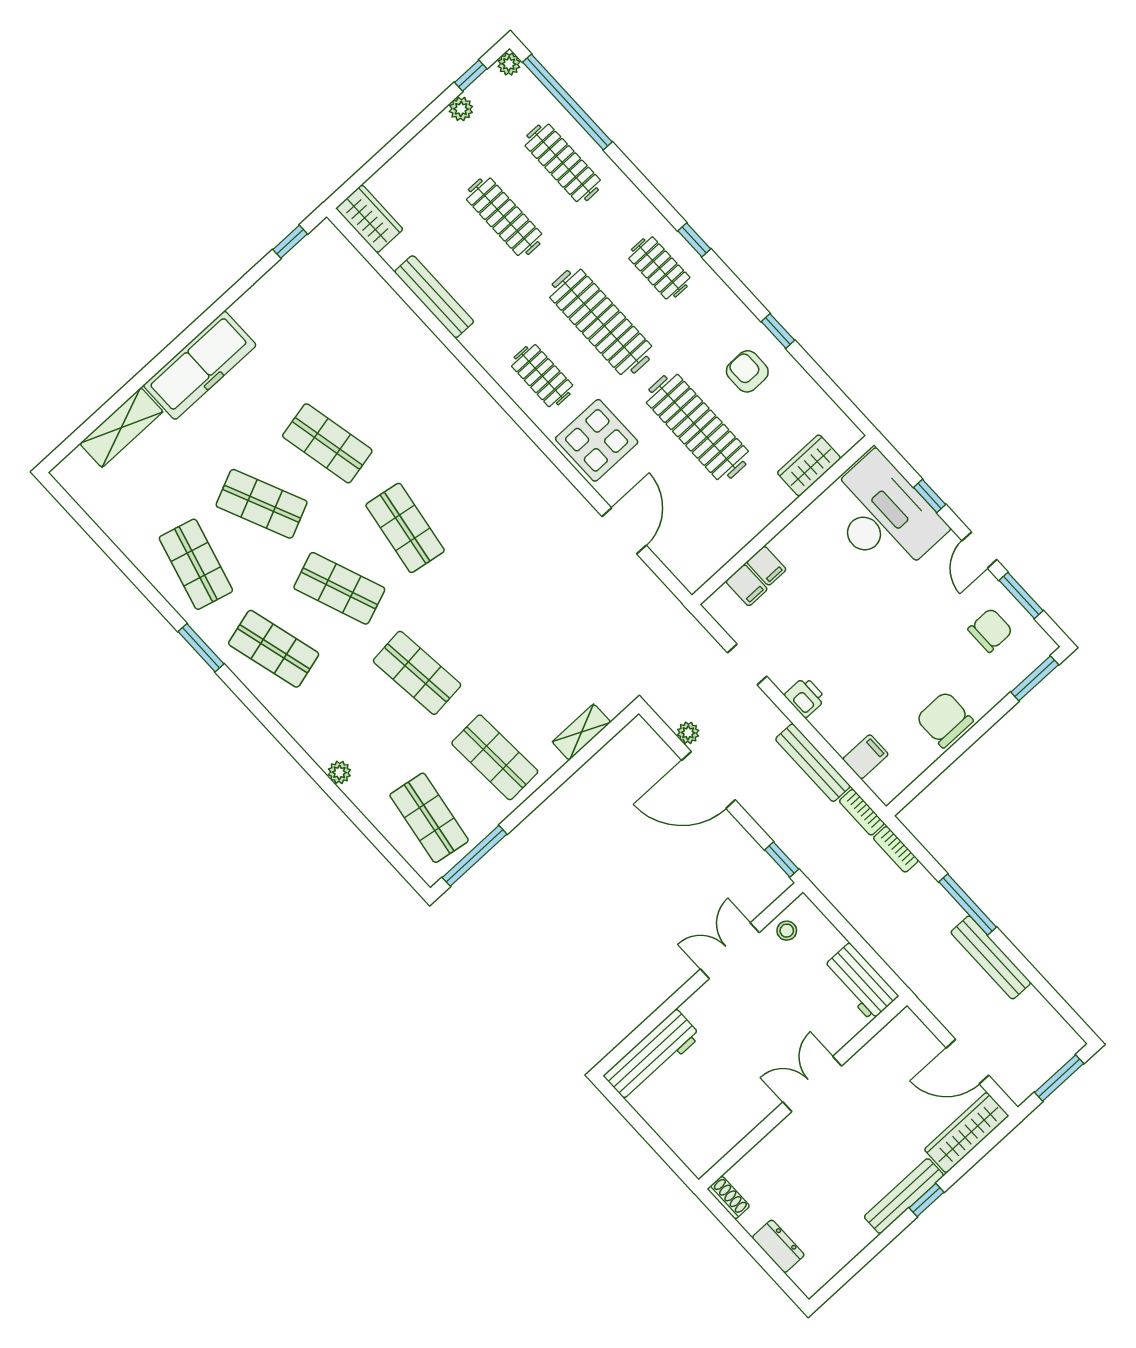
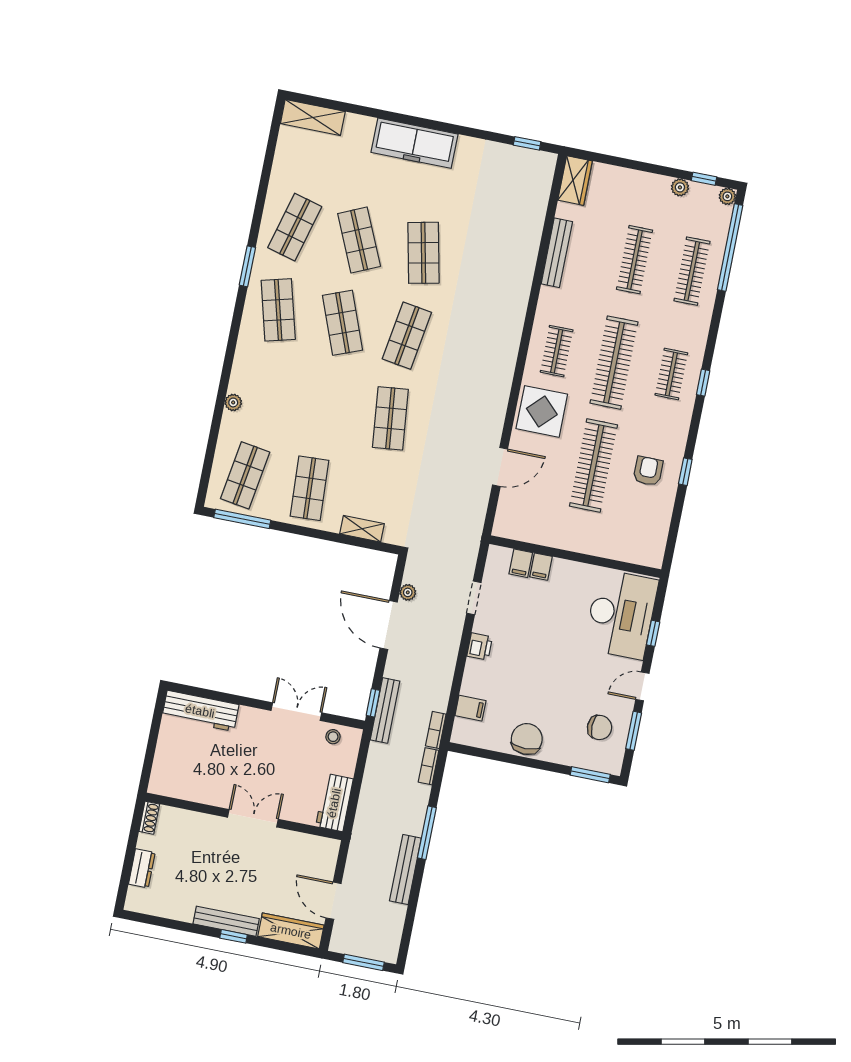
shelving: (121, 428) -> (313, 118), moved
wardrobe: (809, 465) -> (619, 548), removed
shop shelf: (417, 673) -> (390, 418), moved
bench: (813, 763) -> (385, 710), moved

